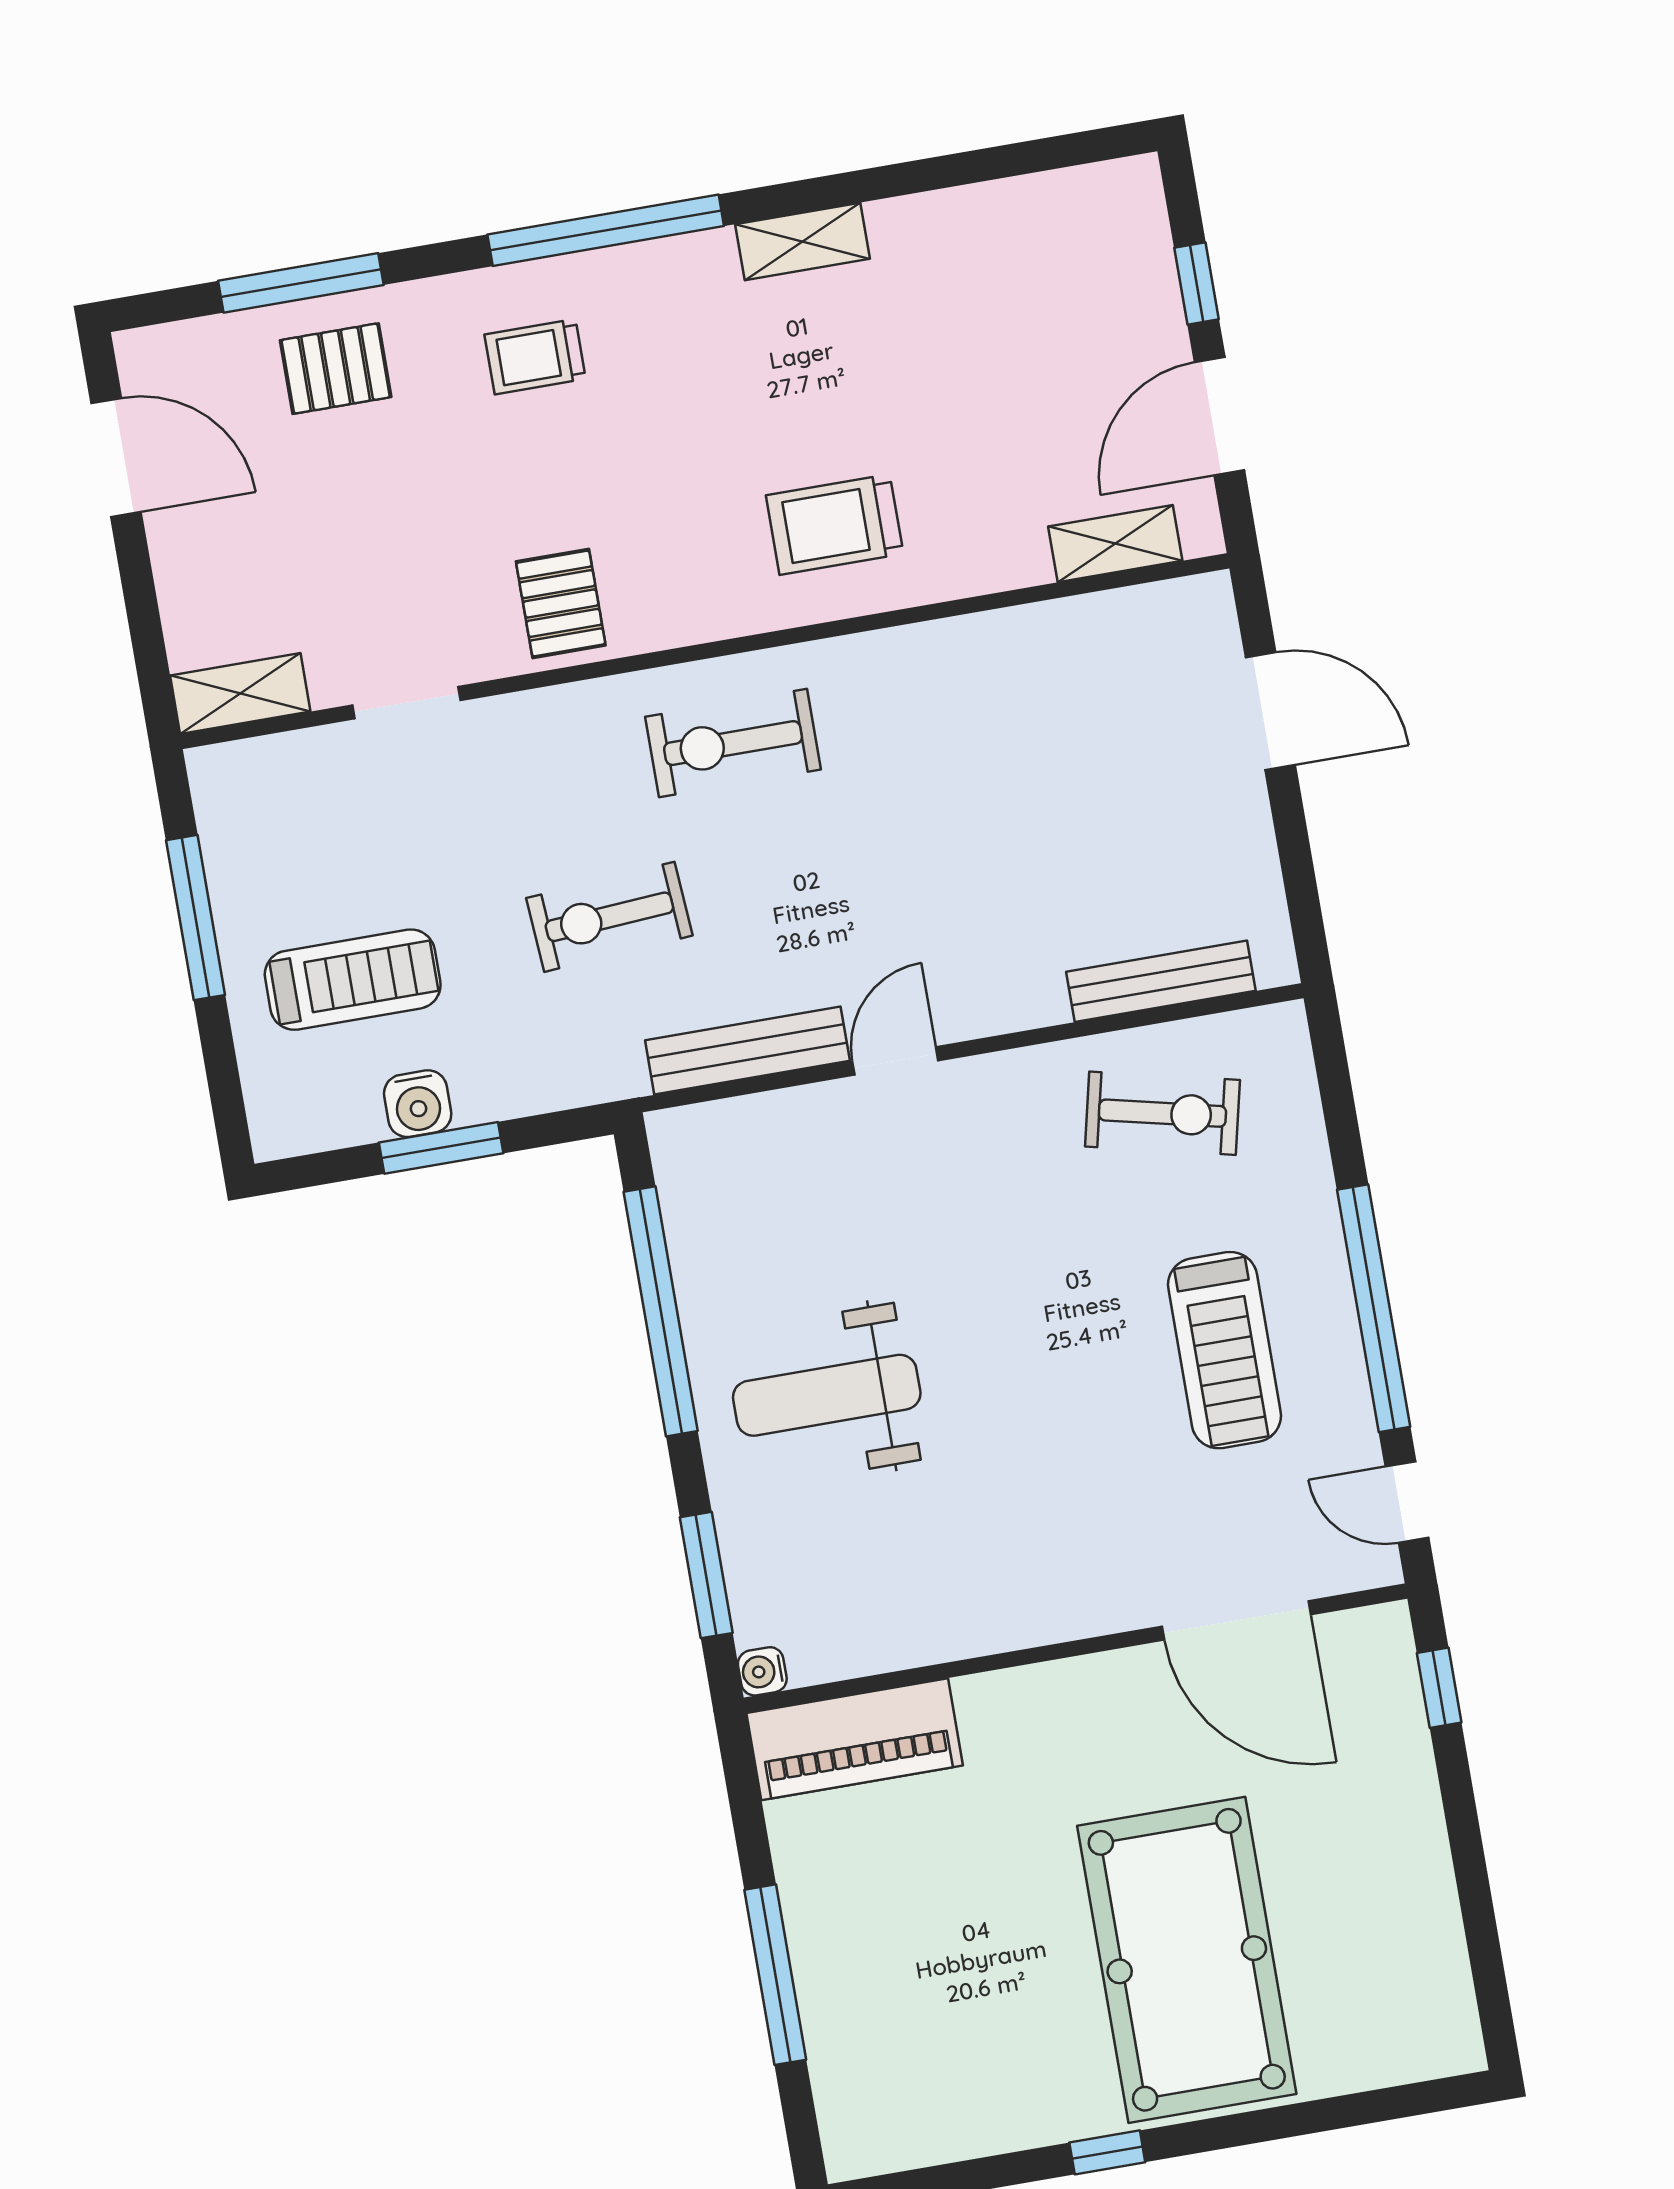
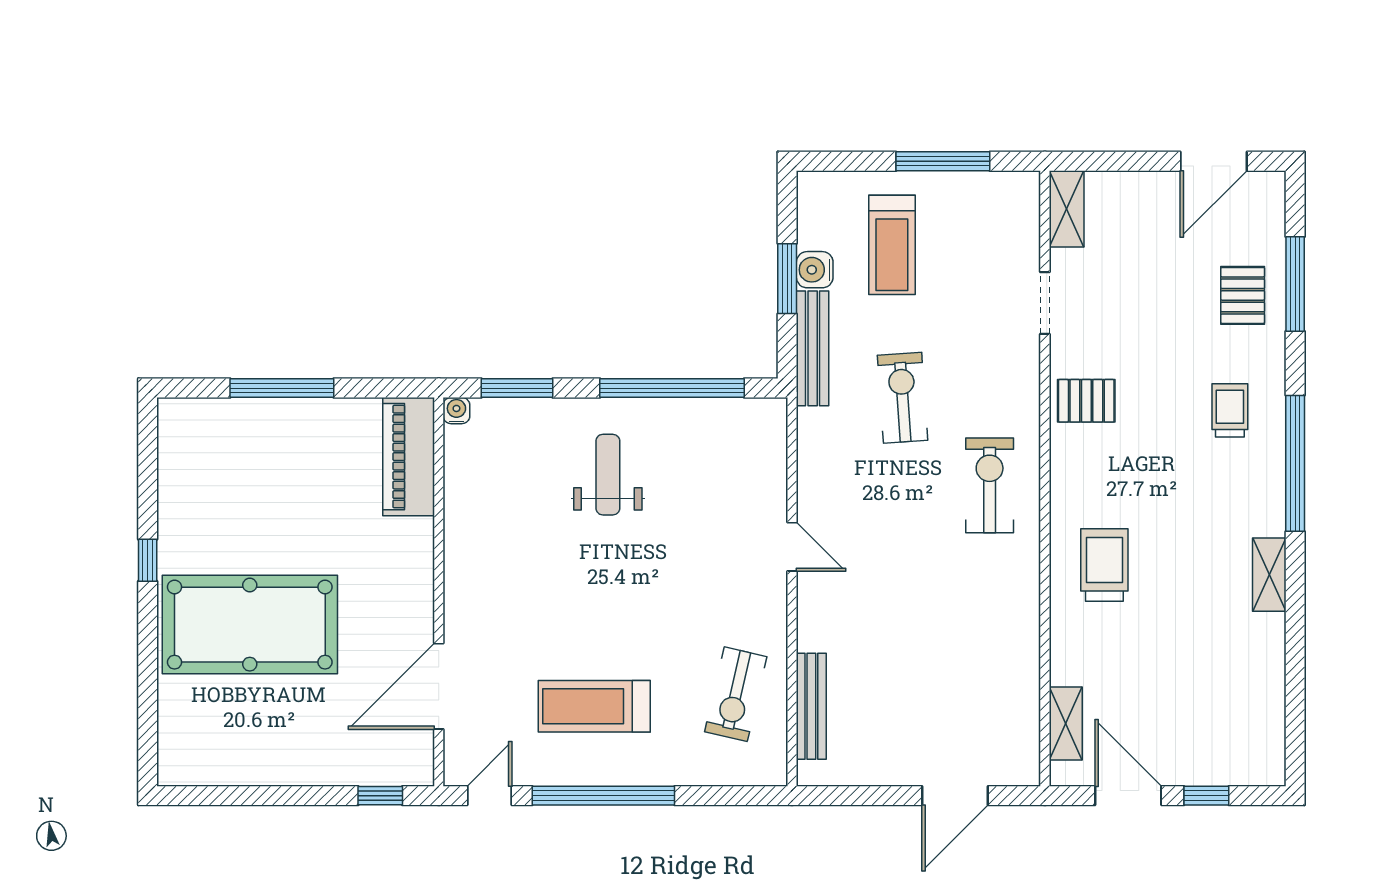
bench: (747, 1051) -> (813, 348), moved
weight bench: (827, 1395) -> (608, 475), width x0.73, depth x0.75

